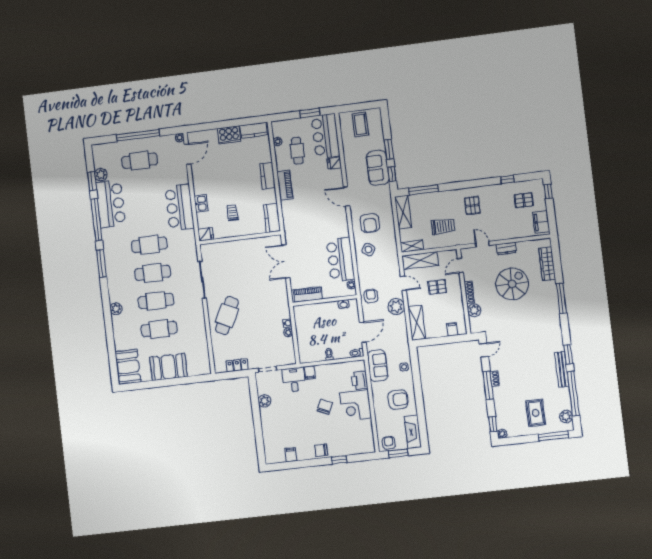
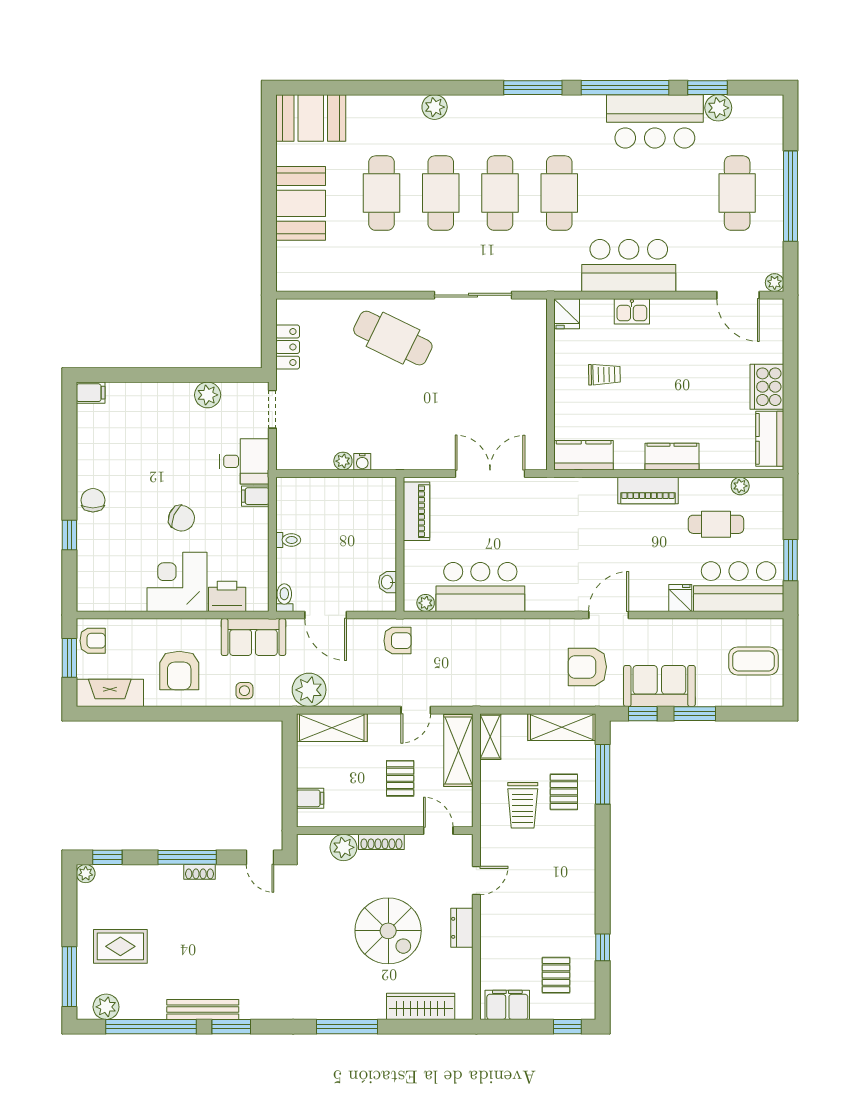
pallet: (472, 205) -> (564, 792), moved, turned 90
armchair: (370, 223) -> (587, 667), moved
side table: (368, 250) -> (494, 647), removed
plant: (396, 306) -> (309, 690), moved
filing cabinet: (291, 455) -> (91, 393), moved

